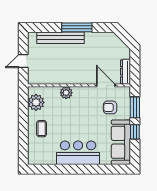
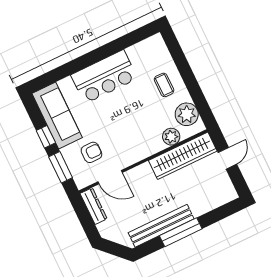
bench: (60, 38) -> (161, 226), moved
wardrobe: (52, 77) -> (183, 156), added
plant: (66, 93) -> (171, 137), moved

